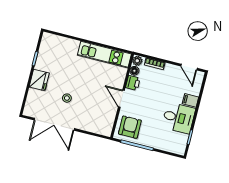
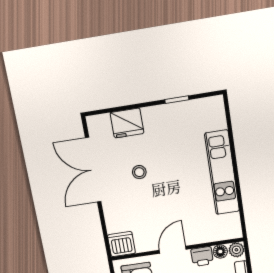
kitchen unit: (104, 55) -> (222, 173), moved
fridge: (39, 80) -> (127, 123), moved
dishwasher: (105, 128) -> (121, 244), added

